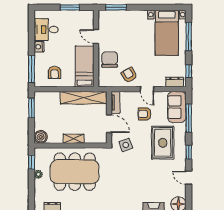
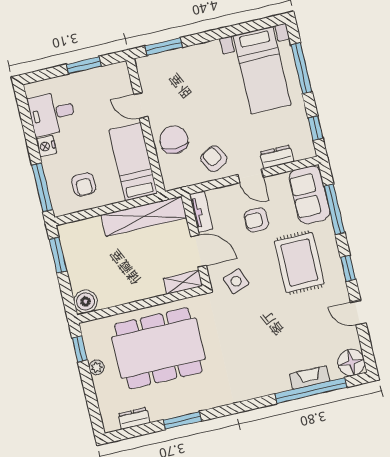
dresser: (174, 82) -> (277, 157), moved
shelving: (74, 139) -> (183, 282), moved

